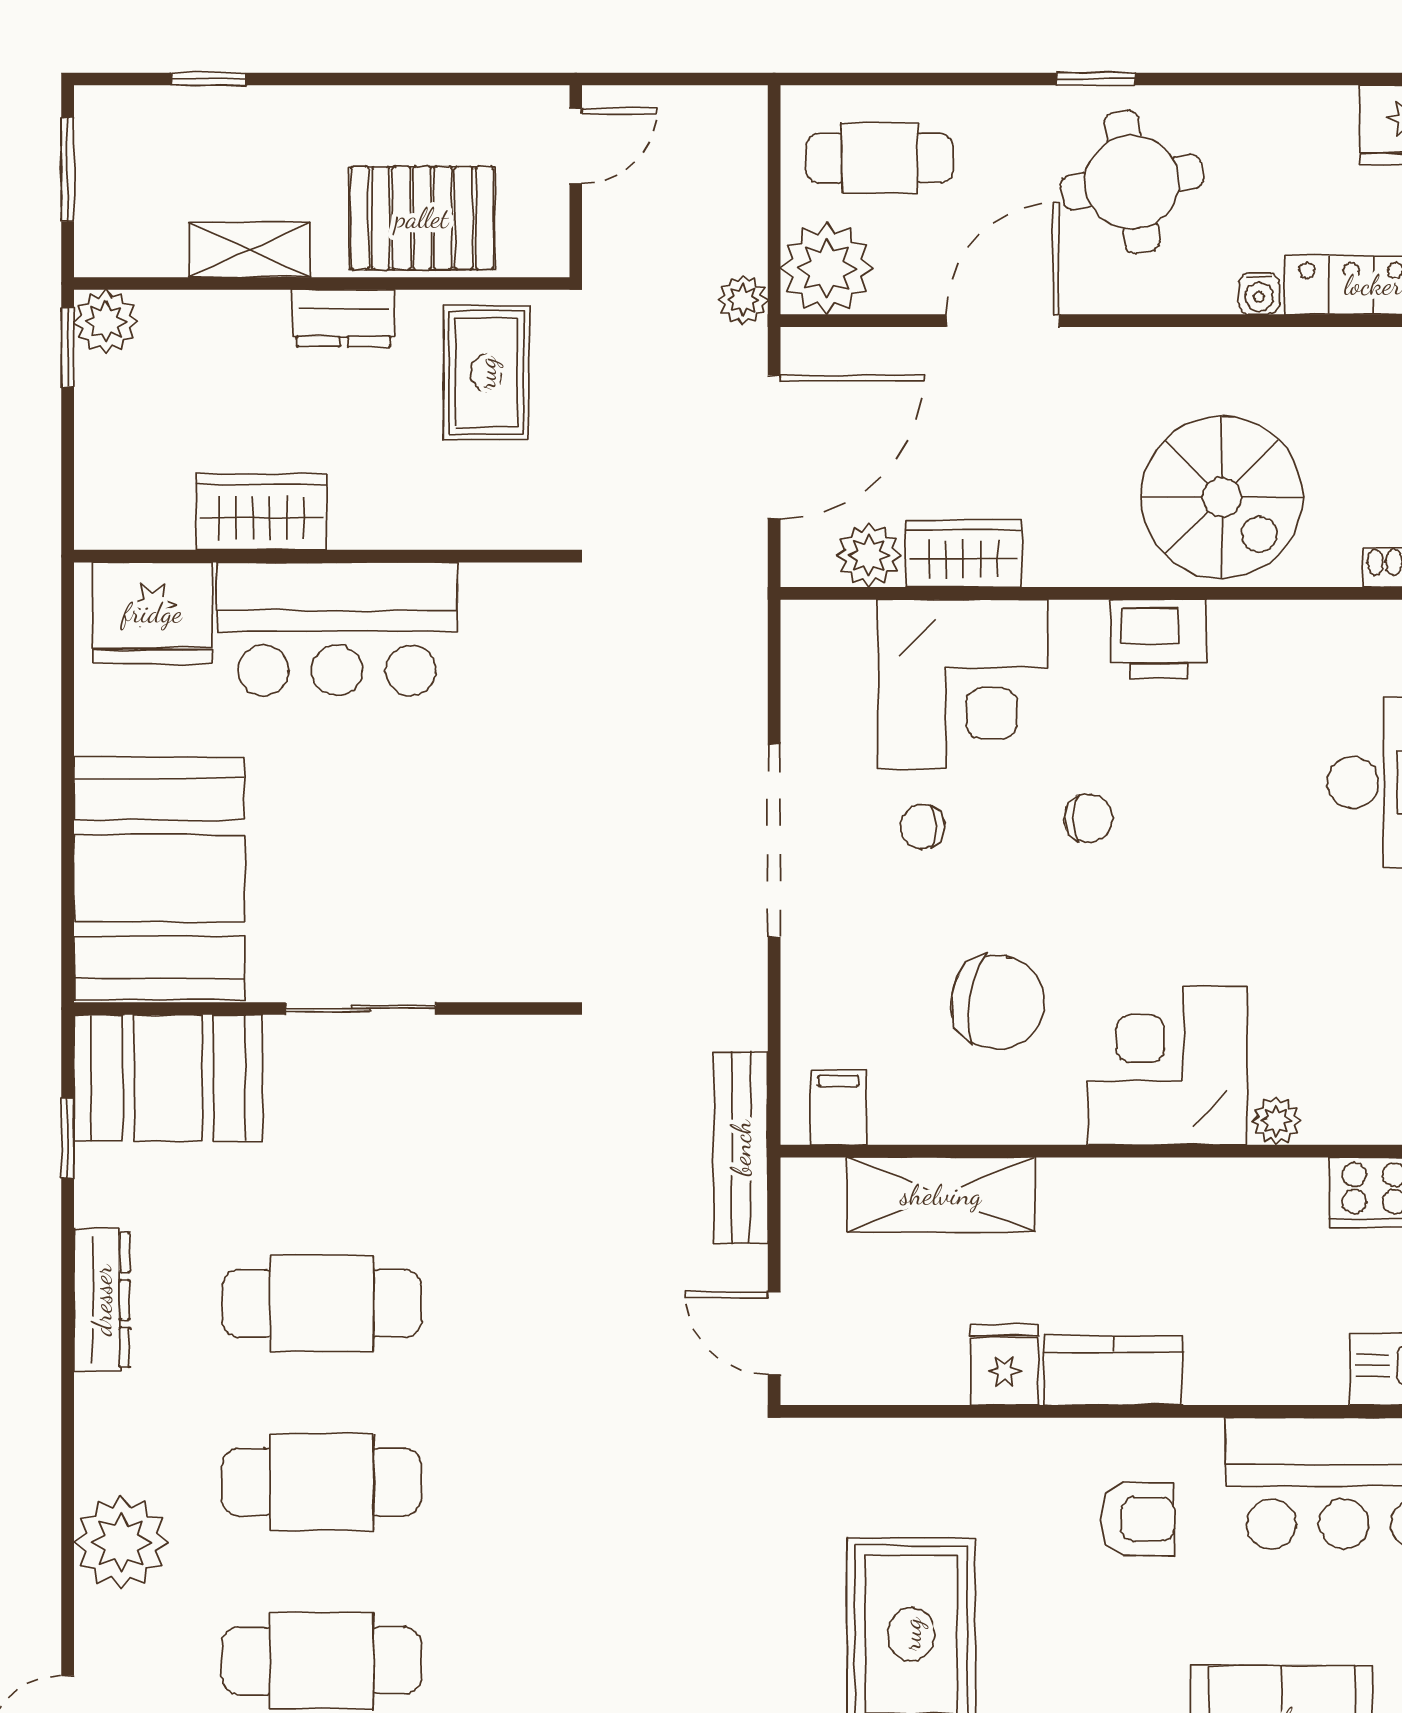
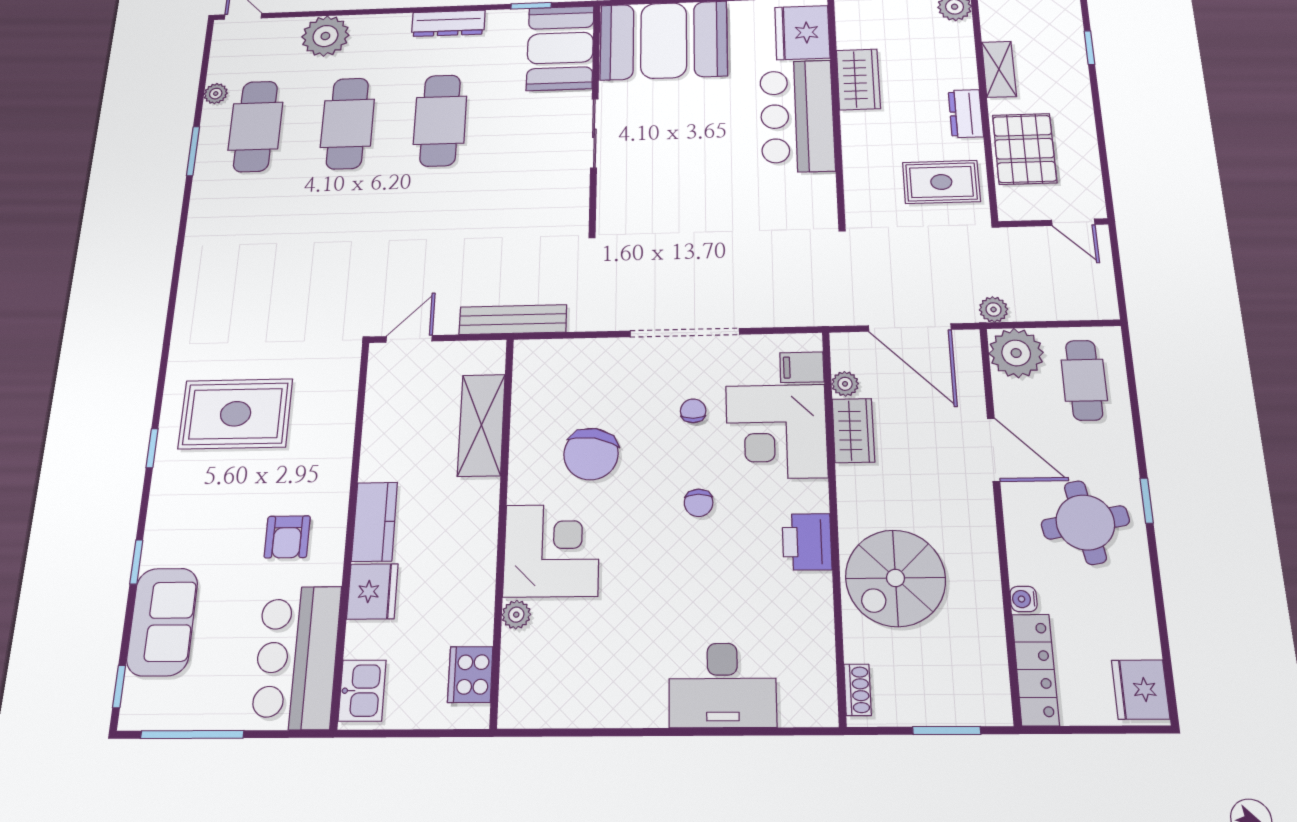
plant: (869, 555) -> (845, 384), width x0.73, depth x0.73
filing cabinet: (838, 1107) -> (802, 367), moved, turned 180
fridge: (1005, 1365) -> (372, 591), moved, width x1.38

